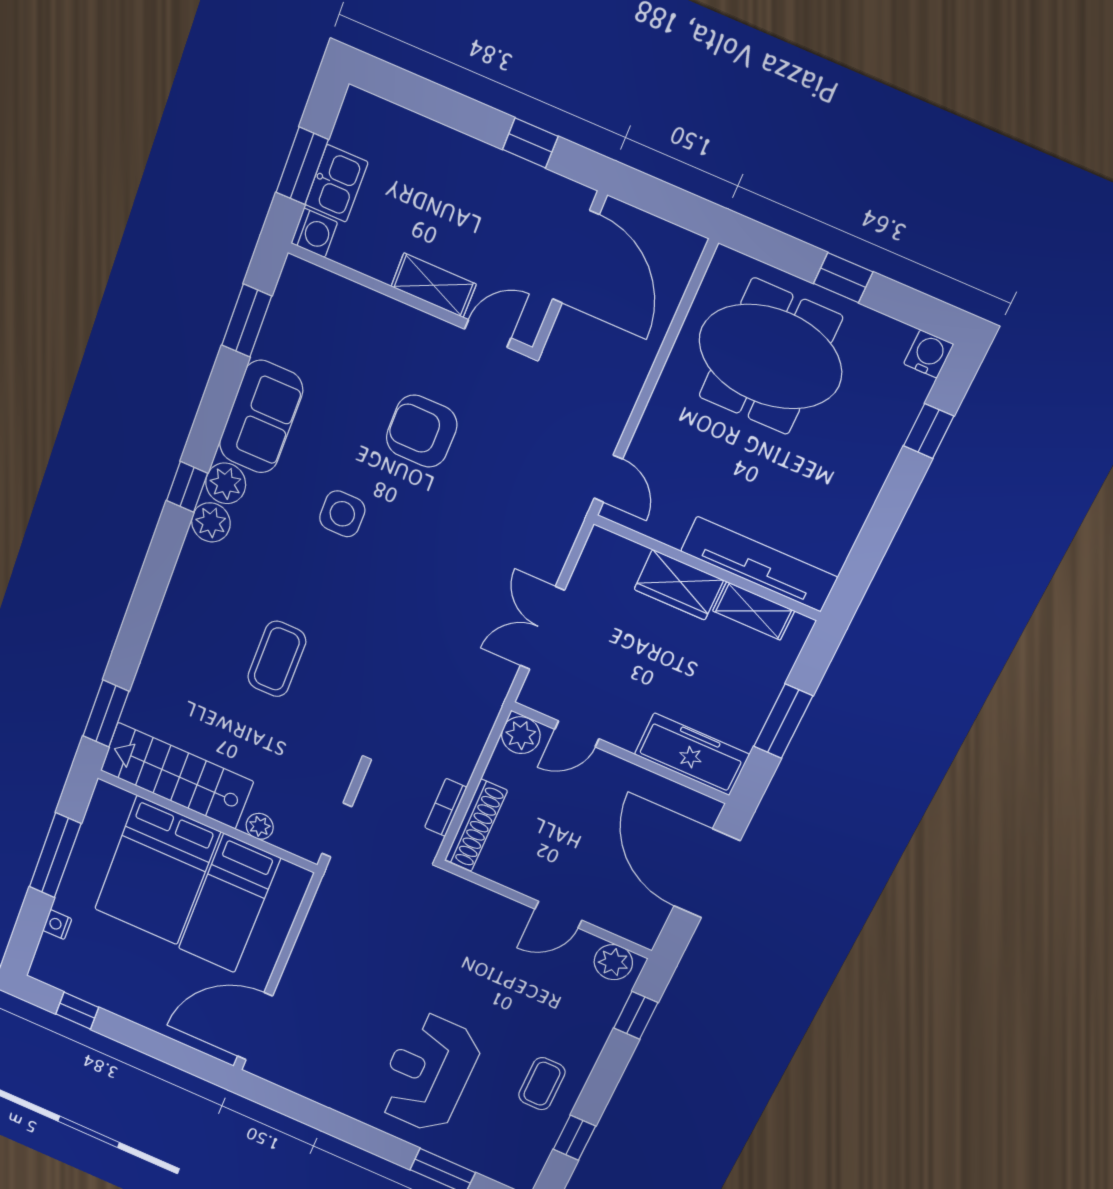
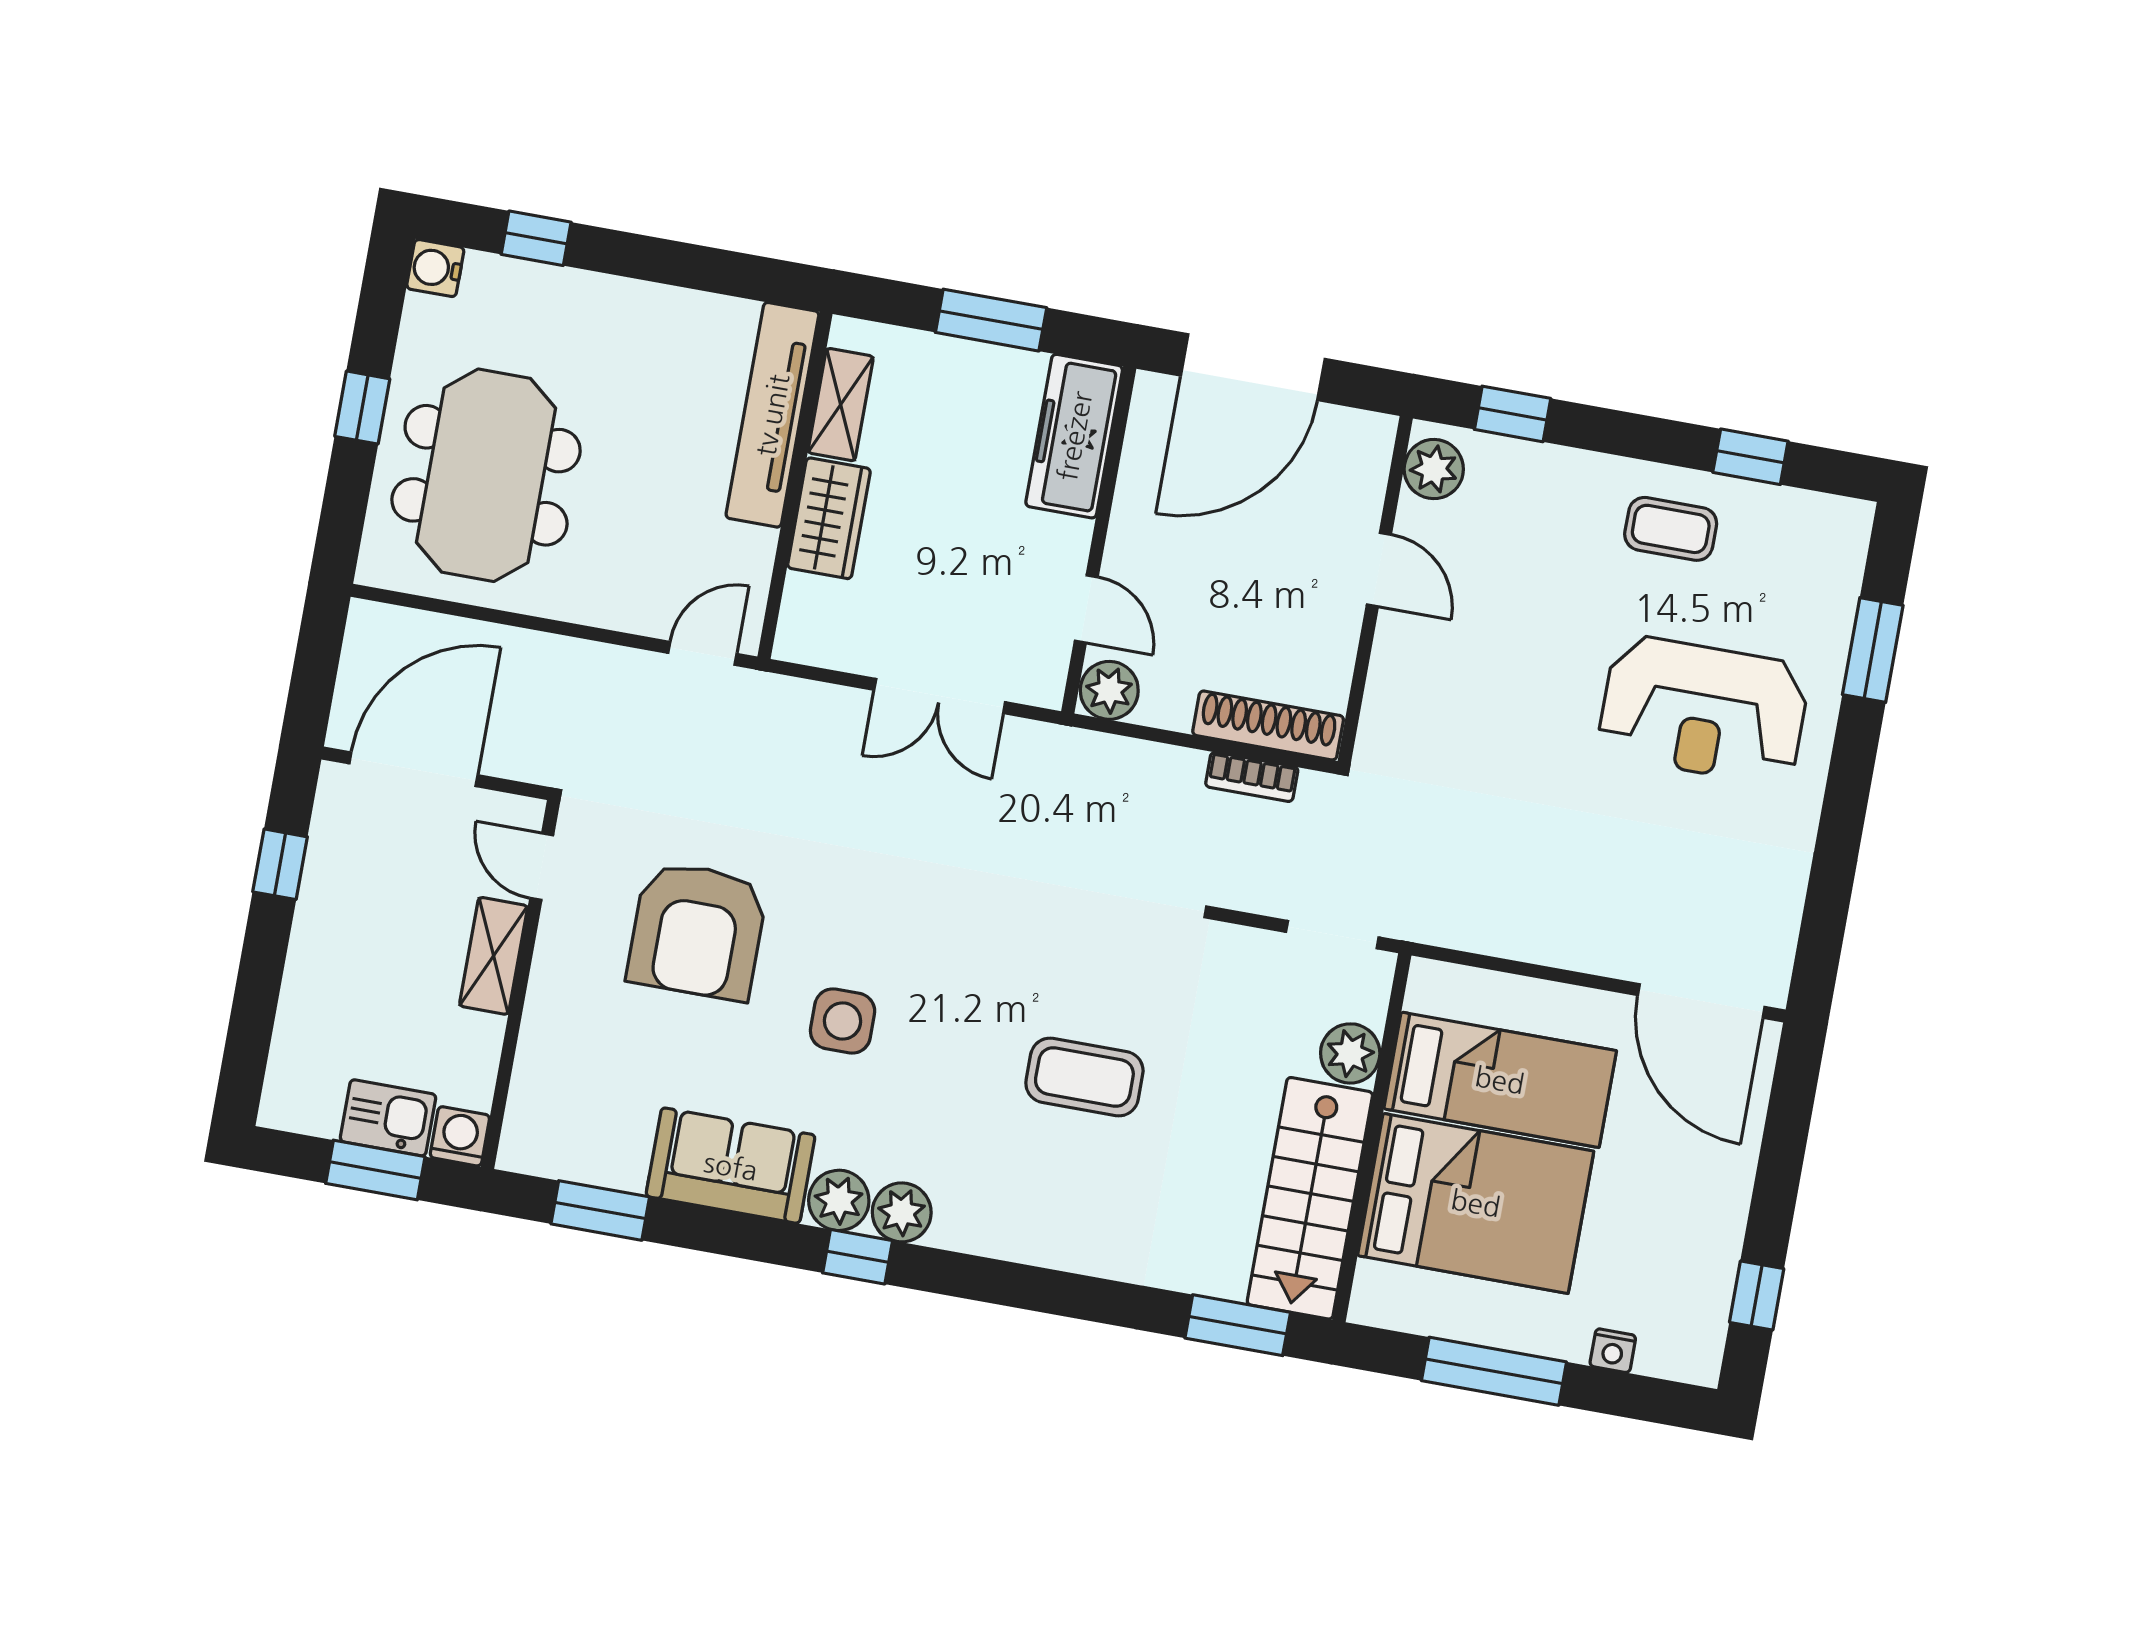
armchair: (422, 431) -> (697, 931), width x1.36, depth x1.36
plant: (260, 826) -> (1350, 1053), width x1.38, depth x1.38

